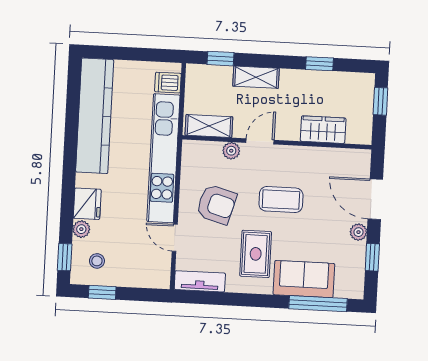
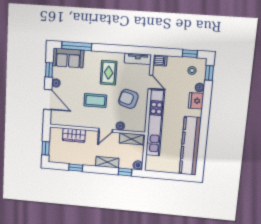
boiler: (195, 73) -> (138, 165), added
dishwasher: (168, 83) -> (160, 60), moved
sofa: (304, 279) -> (68, 58), moved

